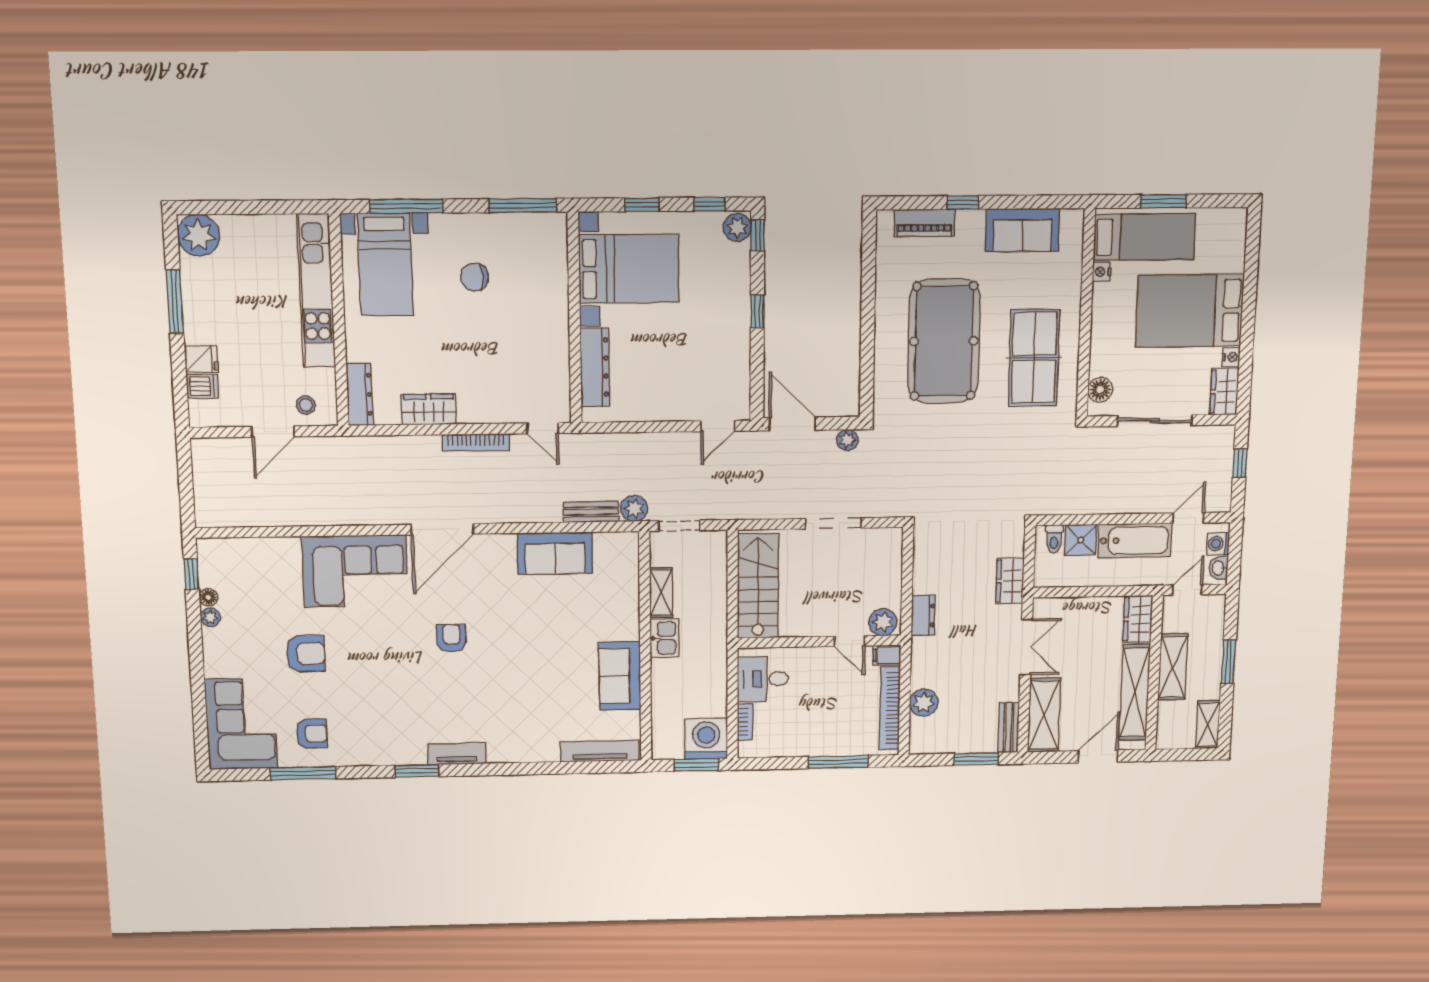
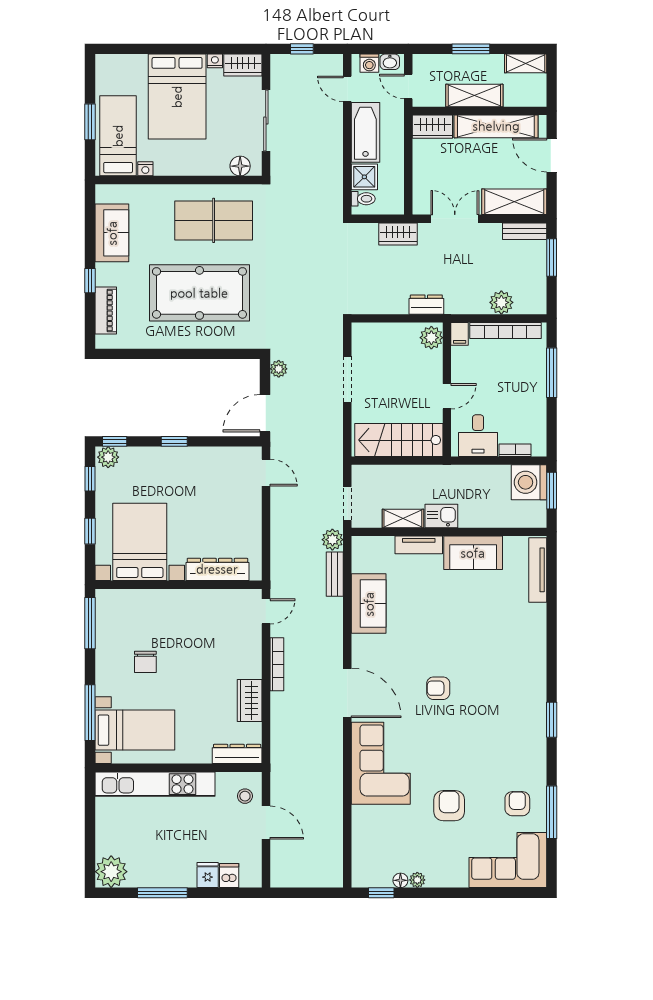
door: (850, 641) -> (447, 396), moved
tv unit: (457, 754) -> (419, 545), moved, turned -90

